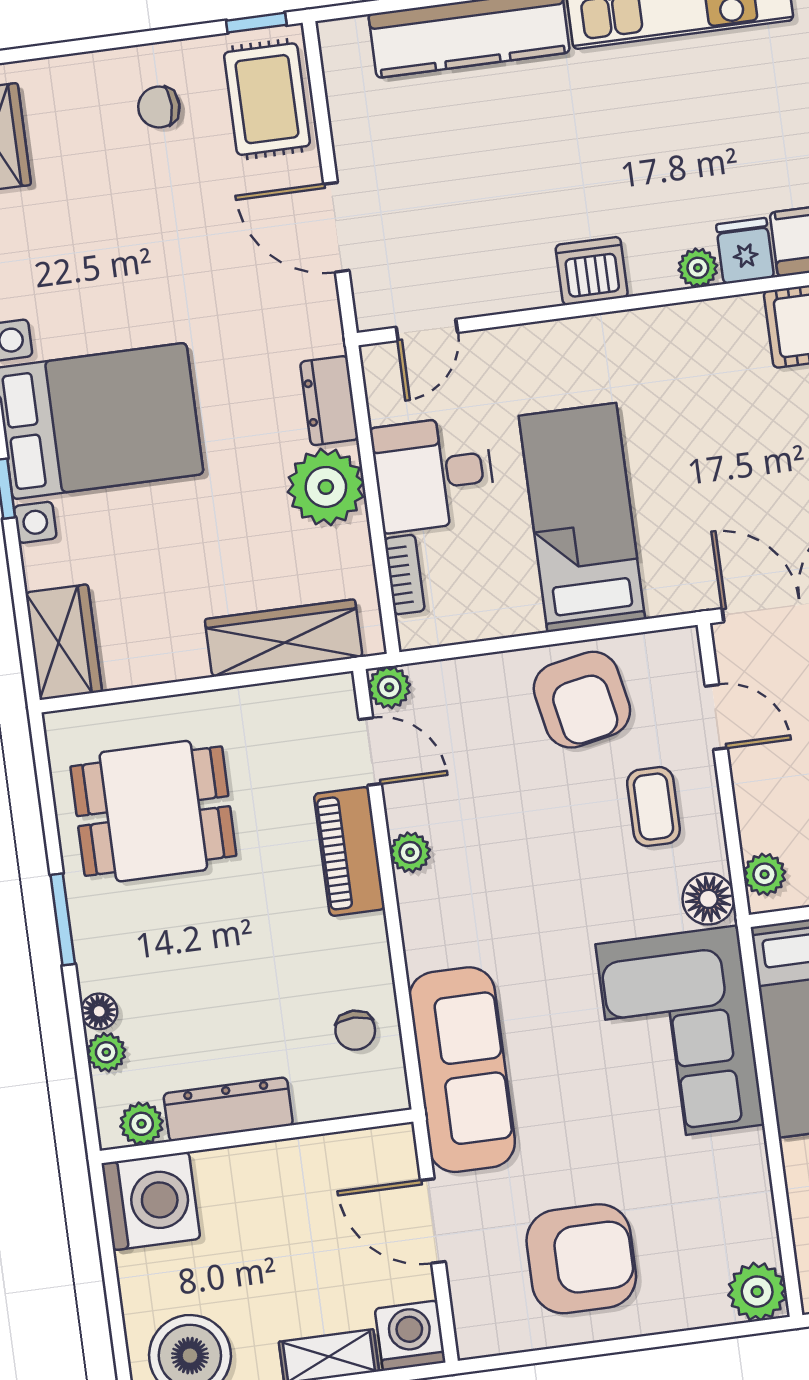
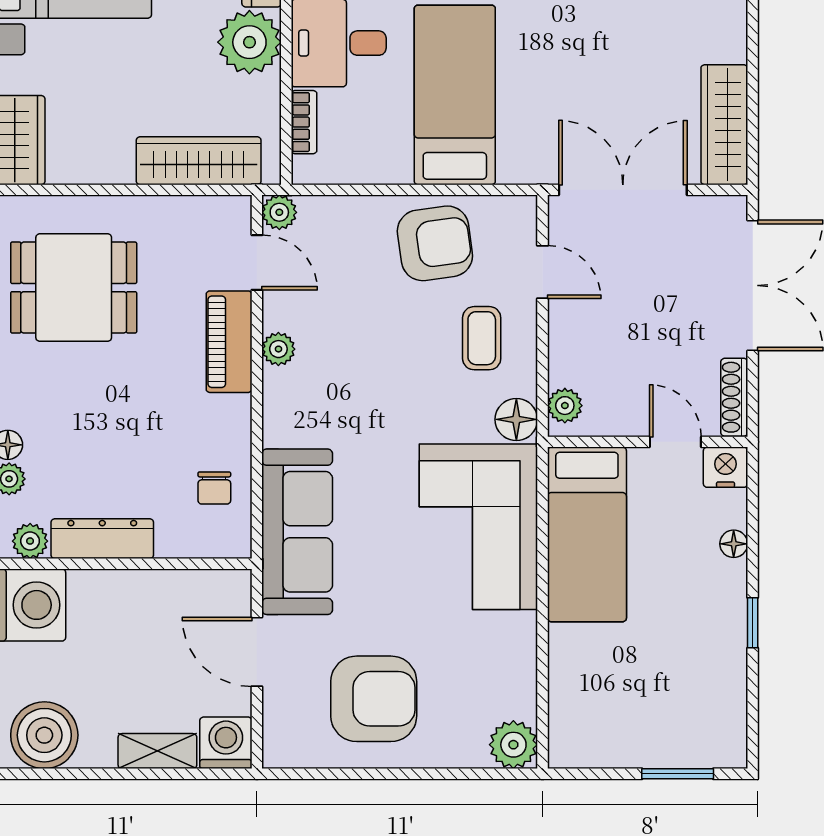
armchair: (582, 700) -> (435, 243), turned -87

